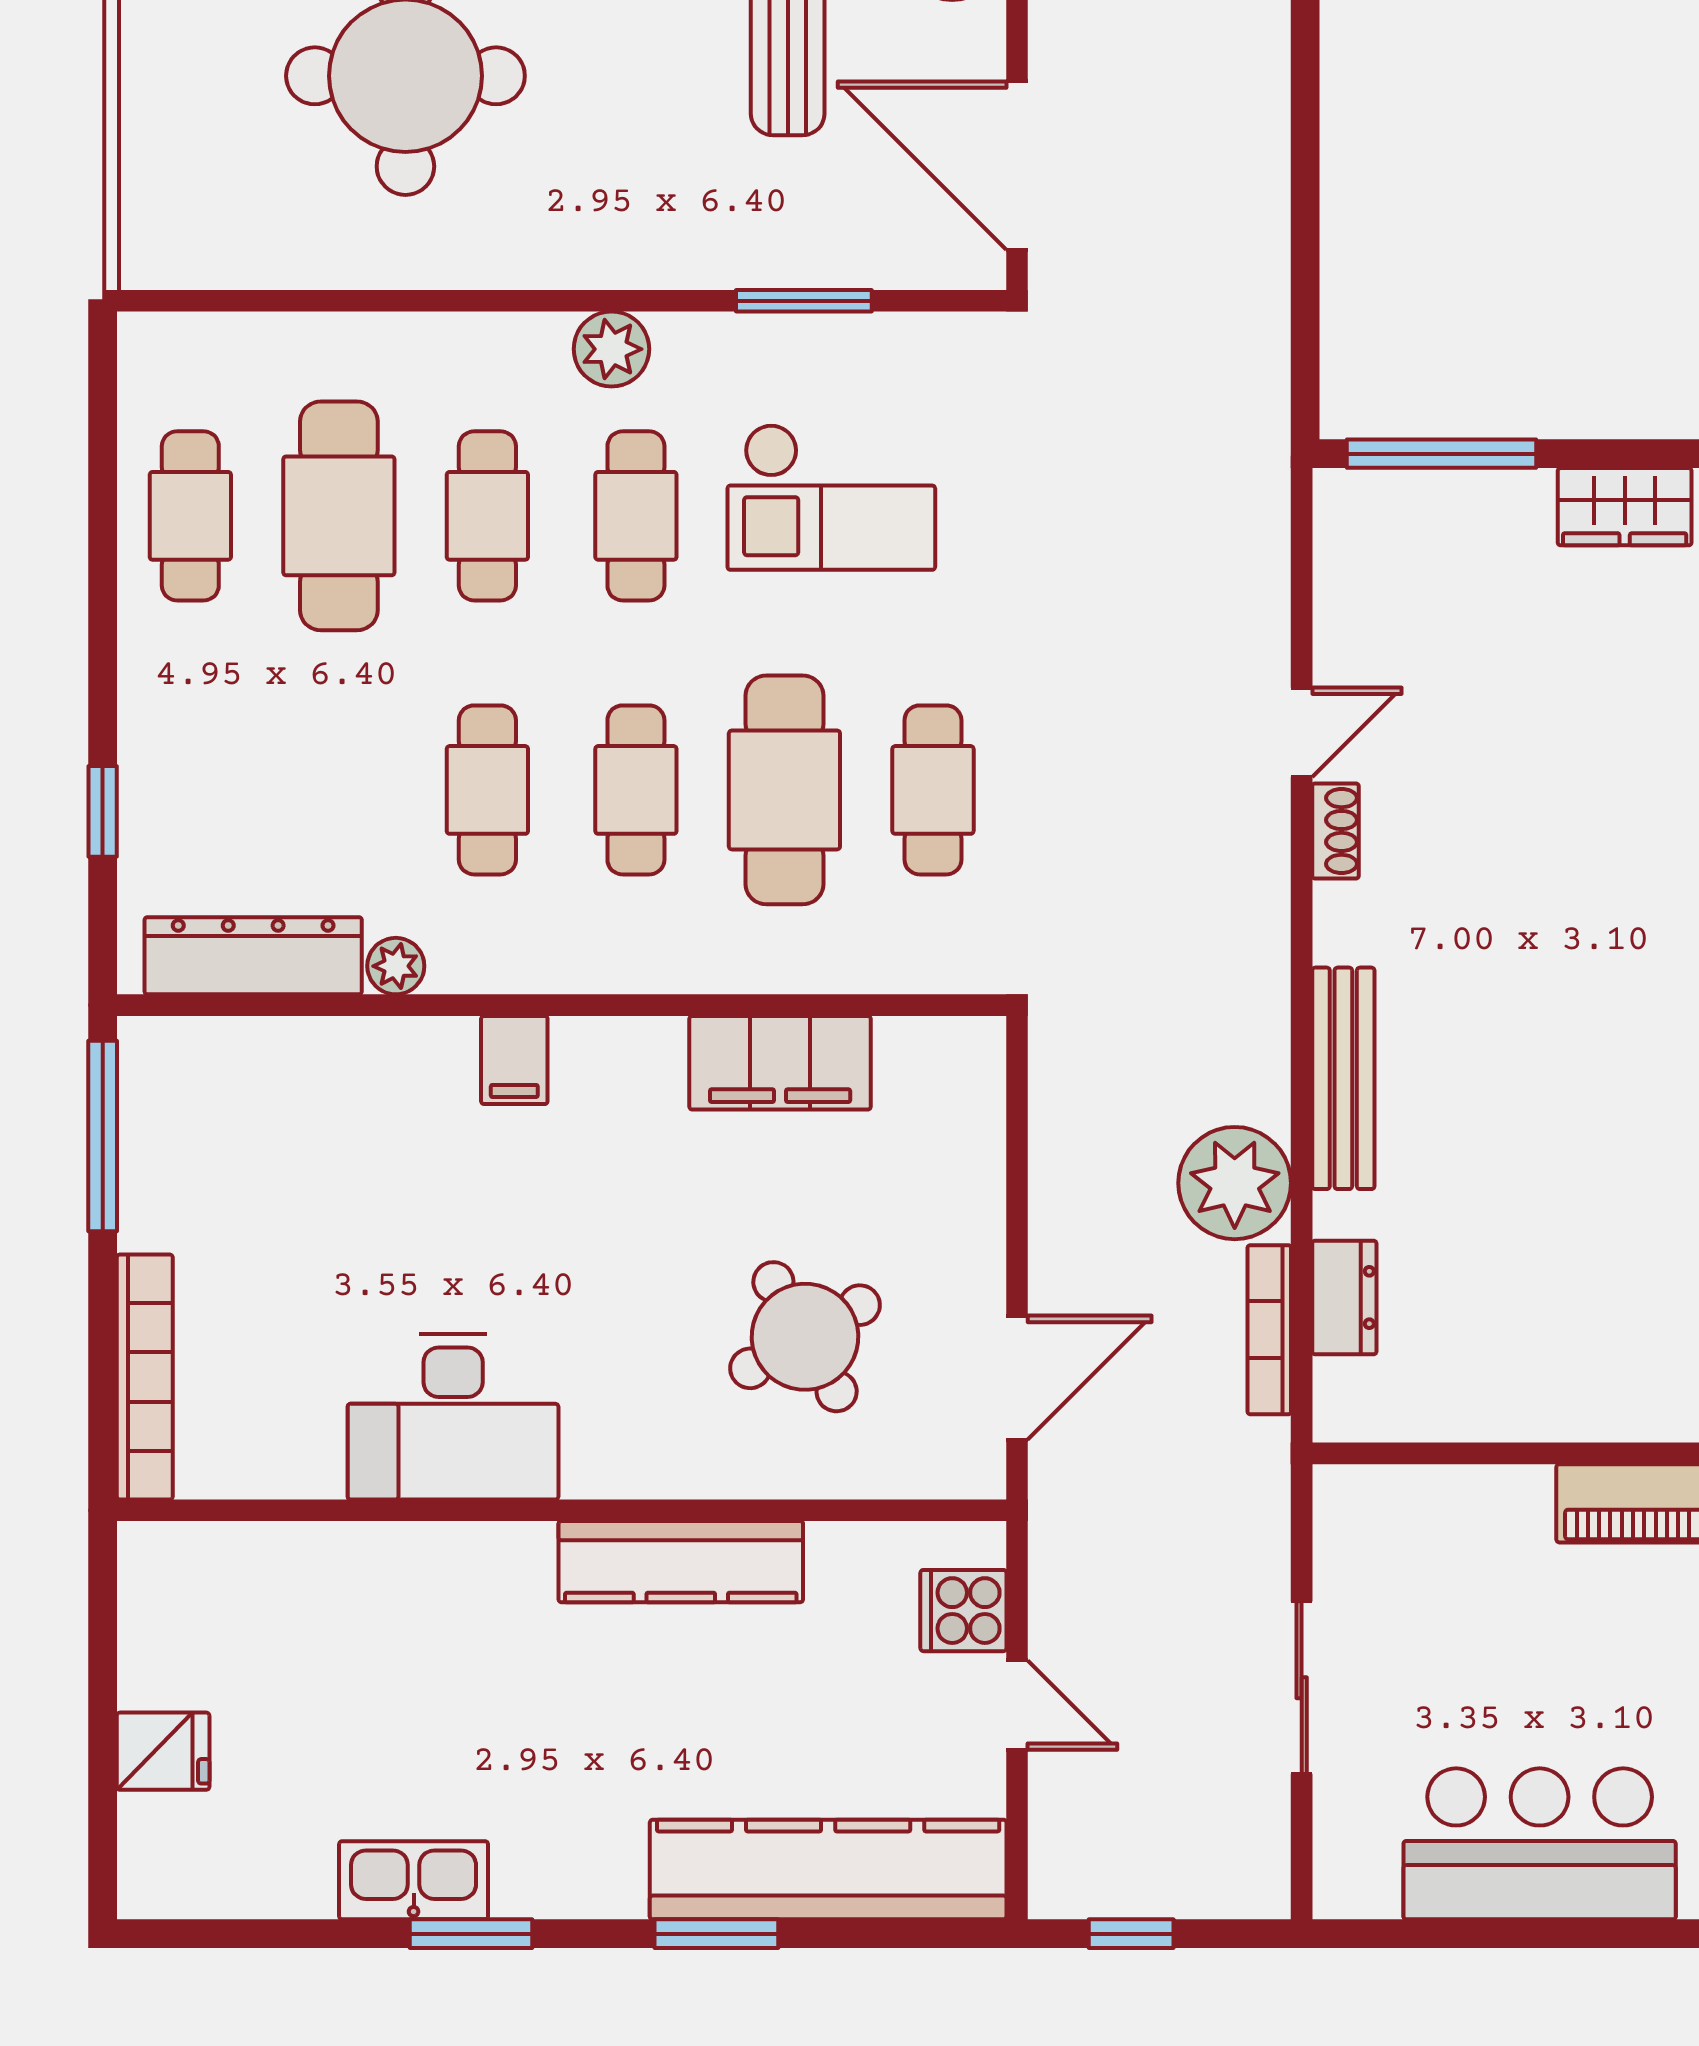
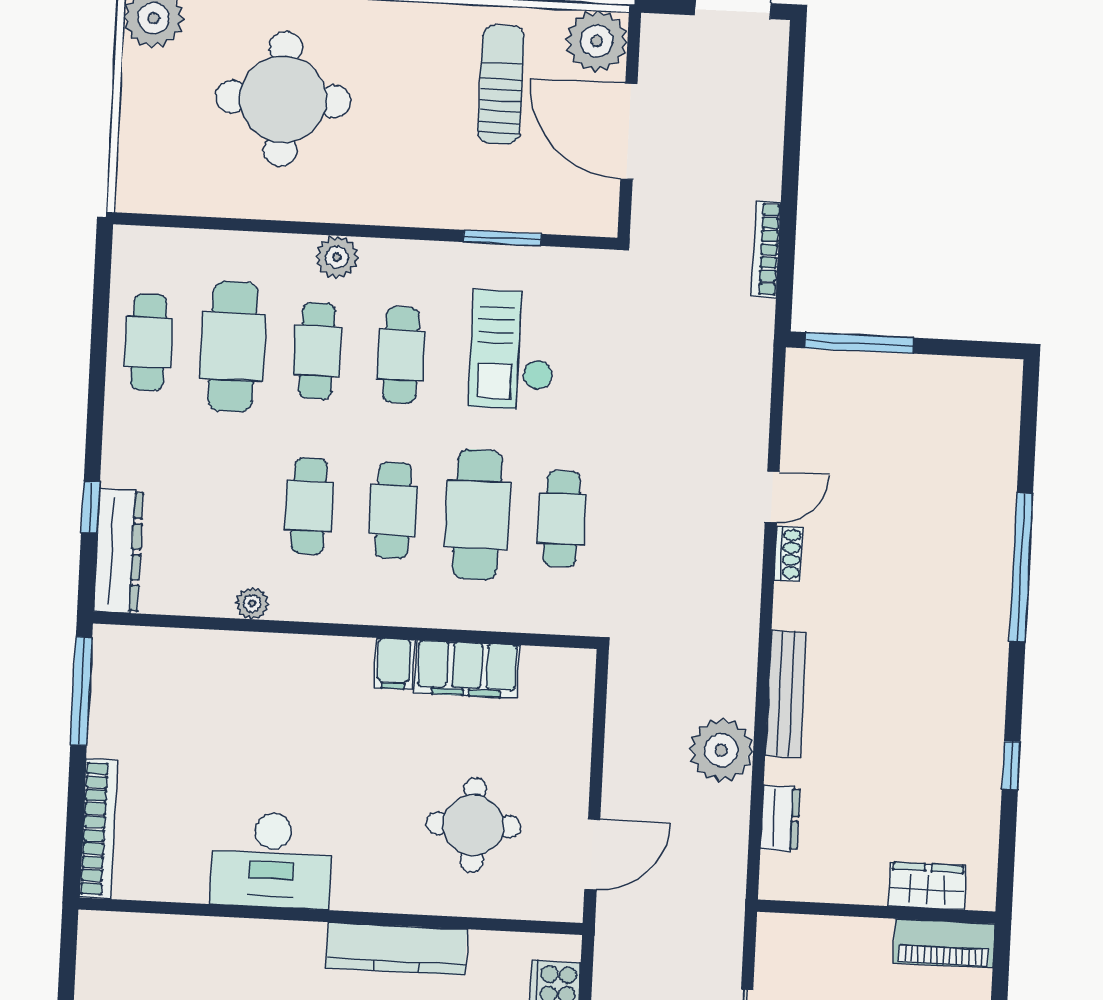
door: (1017, 166) -> (629, 131), moved
plant: (611, 349) -> (337, 257), moved
checkout: (831, 497) -> (512, 350), turned 90
wardrobe: (1625, 507) -> (927, 886), moved, turned 180
dresser: (253, 956) -> (118, 551), moved, turned 90
filing cabinet: (514, 1060) -> (394, 664), moved
bookcase: (1269, 1330) -> (766, 249), moved
round table: (805, 1337) -> (473, 825), turned 30

